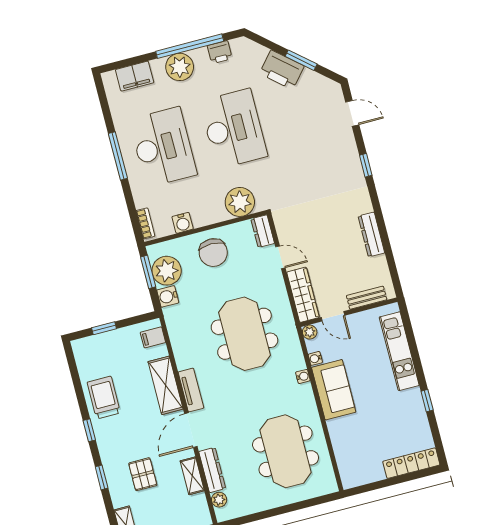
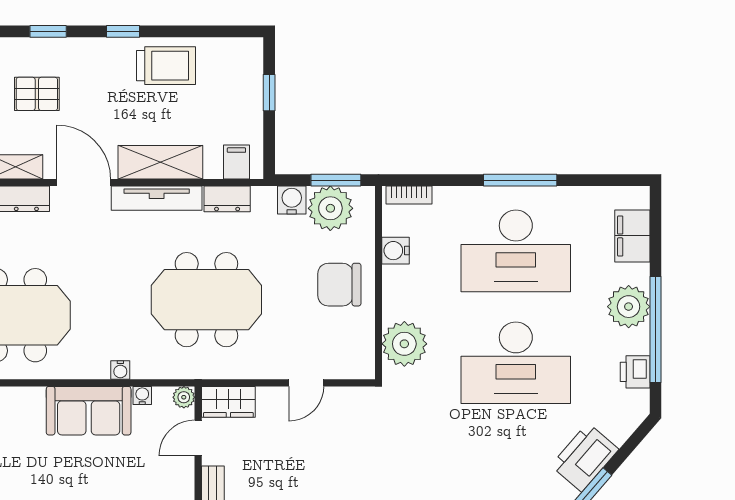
dresser: (263, 231) -> (227, 199), moved, turned 180
wardrobe: (303, 295) -> (228, 402), width x0.67
tv unit: (191, 390) -> (157, 198), width x1.41

